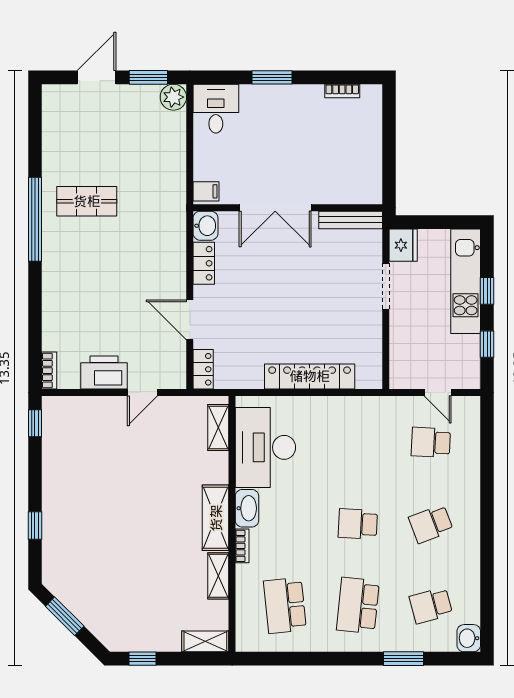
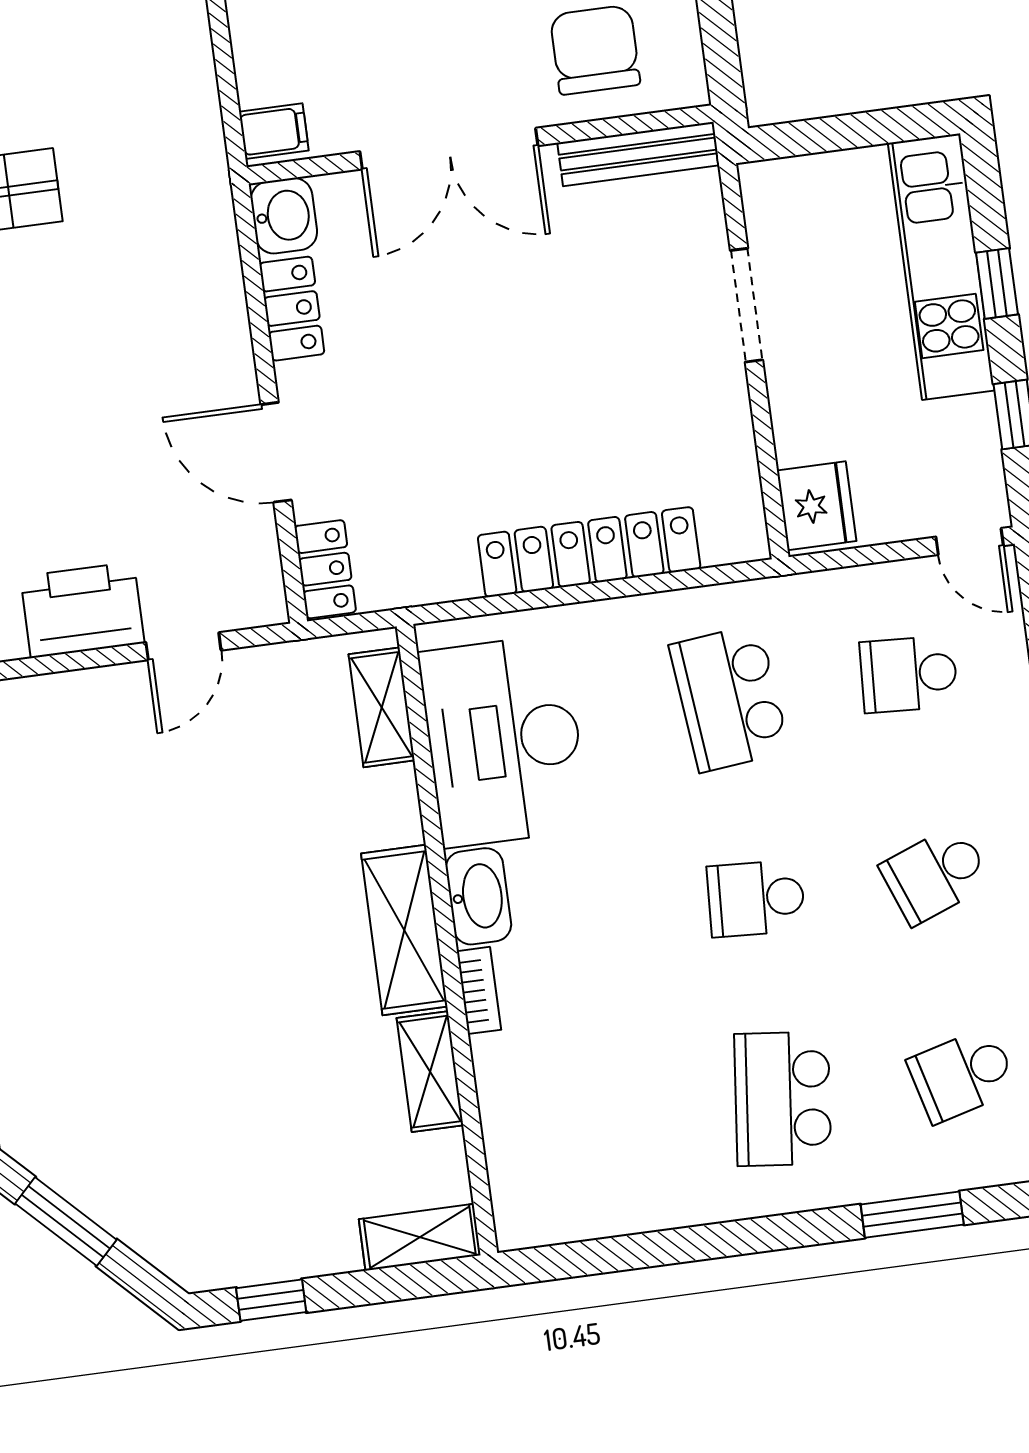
chair: (339, 176) -> (595, 50), added
fridge: (403, 245) -> (817, 506), moved
door: (438, 393) -> (970, 541), moved
school desk: (285, 605) -> (729, 698), moved

